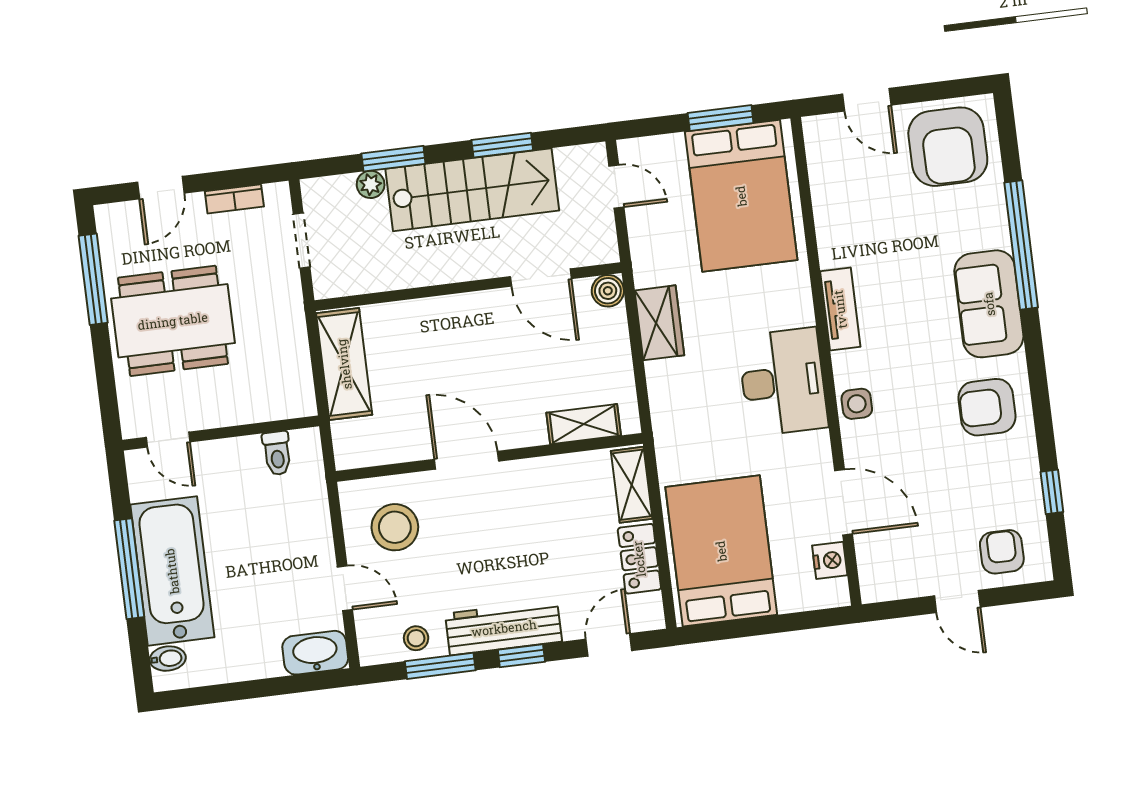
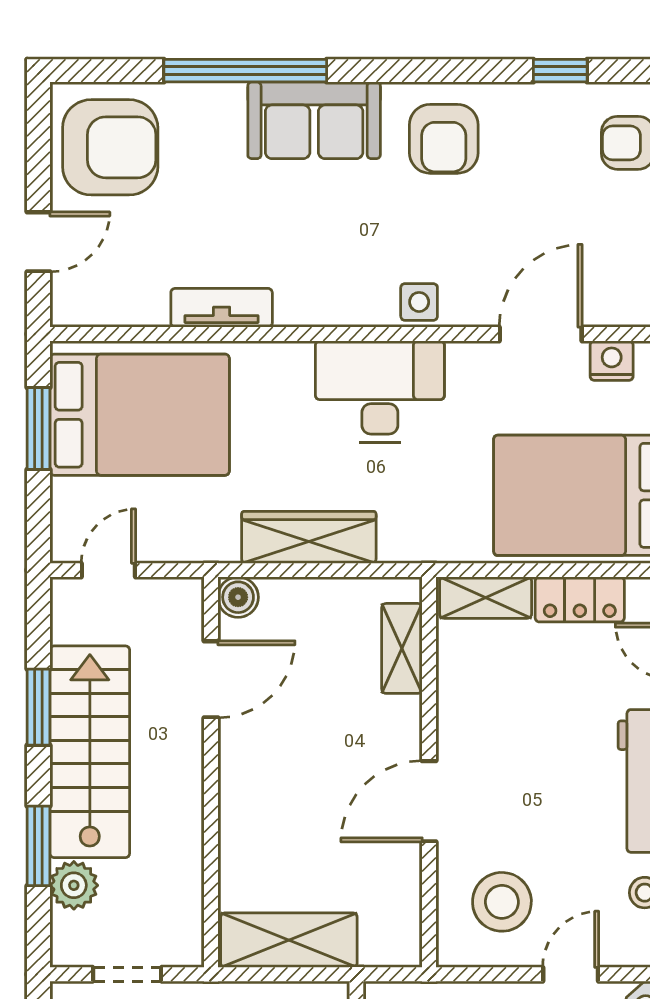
plant: (371, 184) -> (74, 885), width x1.38, depth x1.38
tv unit: (840, 309) -> (222, 308), moved
wardrobe: (659, 323) -> (309, 537), width x1.50

